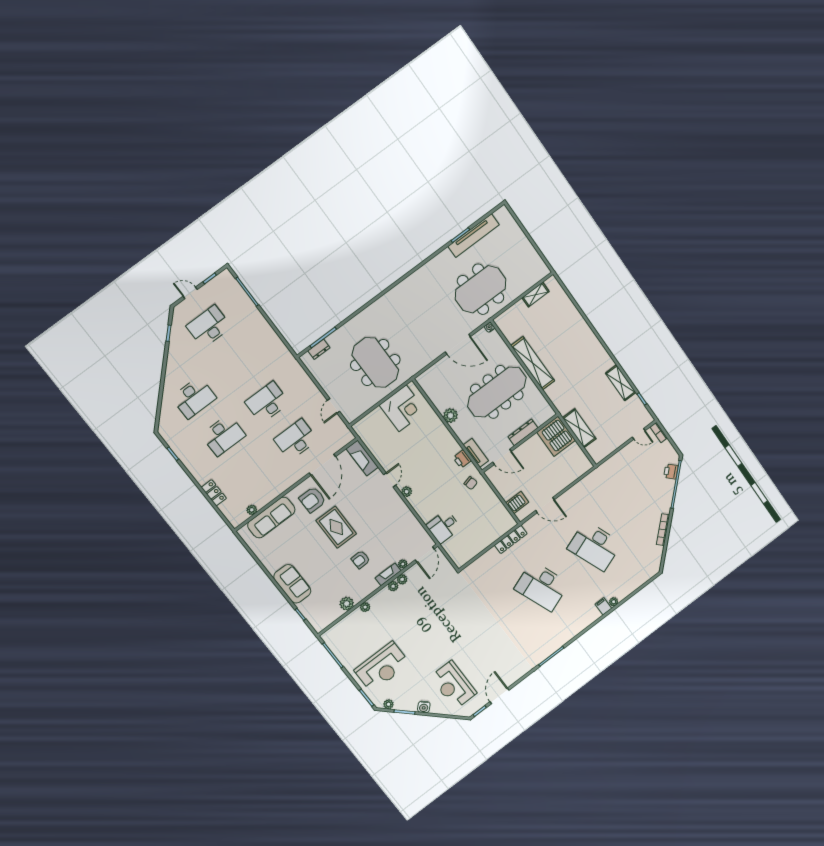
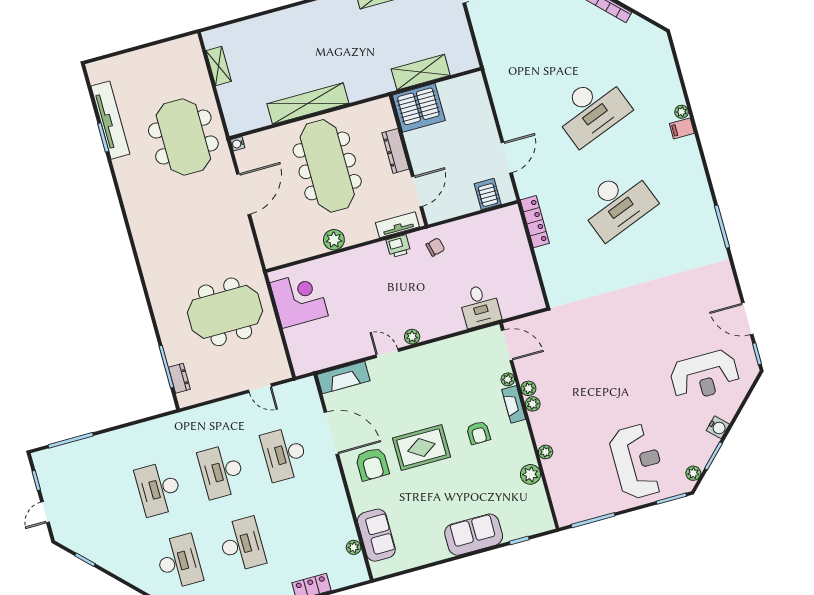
desk: (209, 326) -> (159, 489), moved
sofa: (271, 518) -> (376, 535), width x0.73

